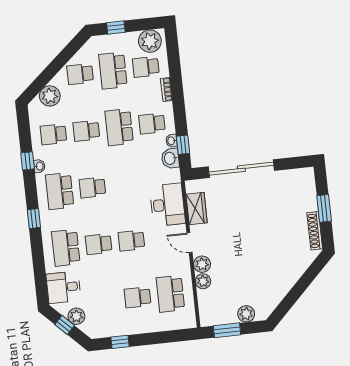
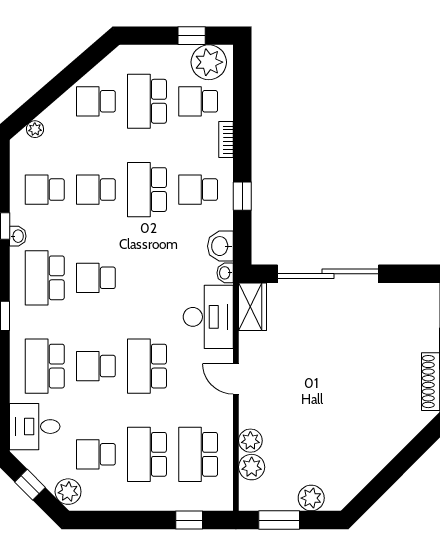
window: (116, 27) -> (192, 36), moved
plant: (50, 96) -> (35, 129), width x0.53, depth x0.53
washbasin: (171, 141) -> (225, 273), moved
window: (183, 145) -> (242, 196), moved
wardrobe: (197, 209) -> (253, 307), moved
school desk: (131, 241) -> (147, 366), width x1.85
plant: (202, 264) -> (252, 467), moved
school desk: (138, 297) -> (147, 454), width x1.85
school desk: (105, 301) -> (96, 454), added
plant: (76, 316) -> (68, 492), moved
window: (120, 342) -> (189, 520), moved

